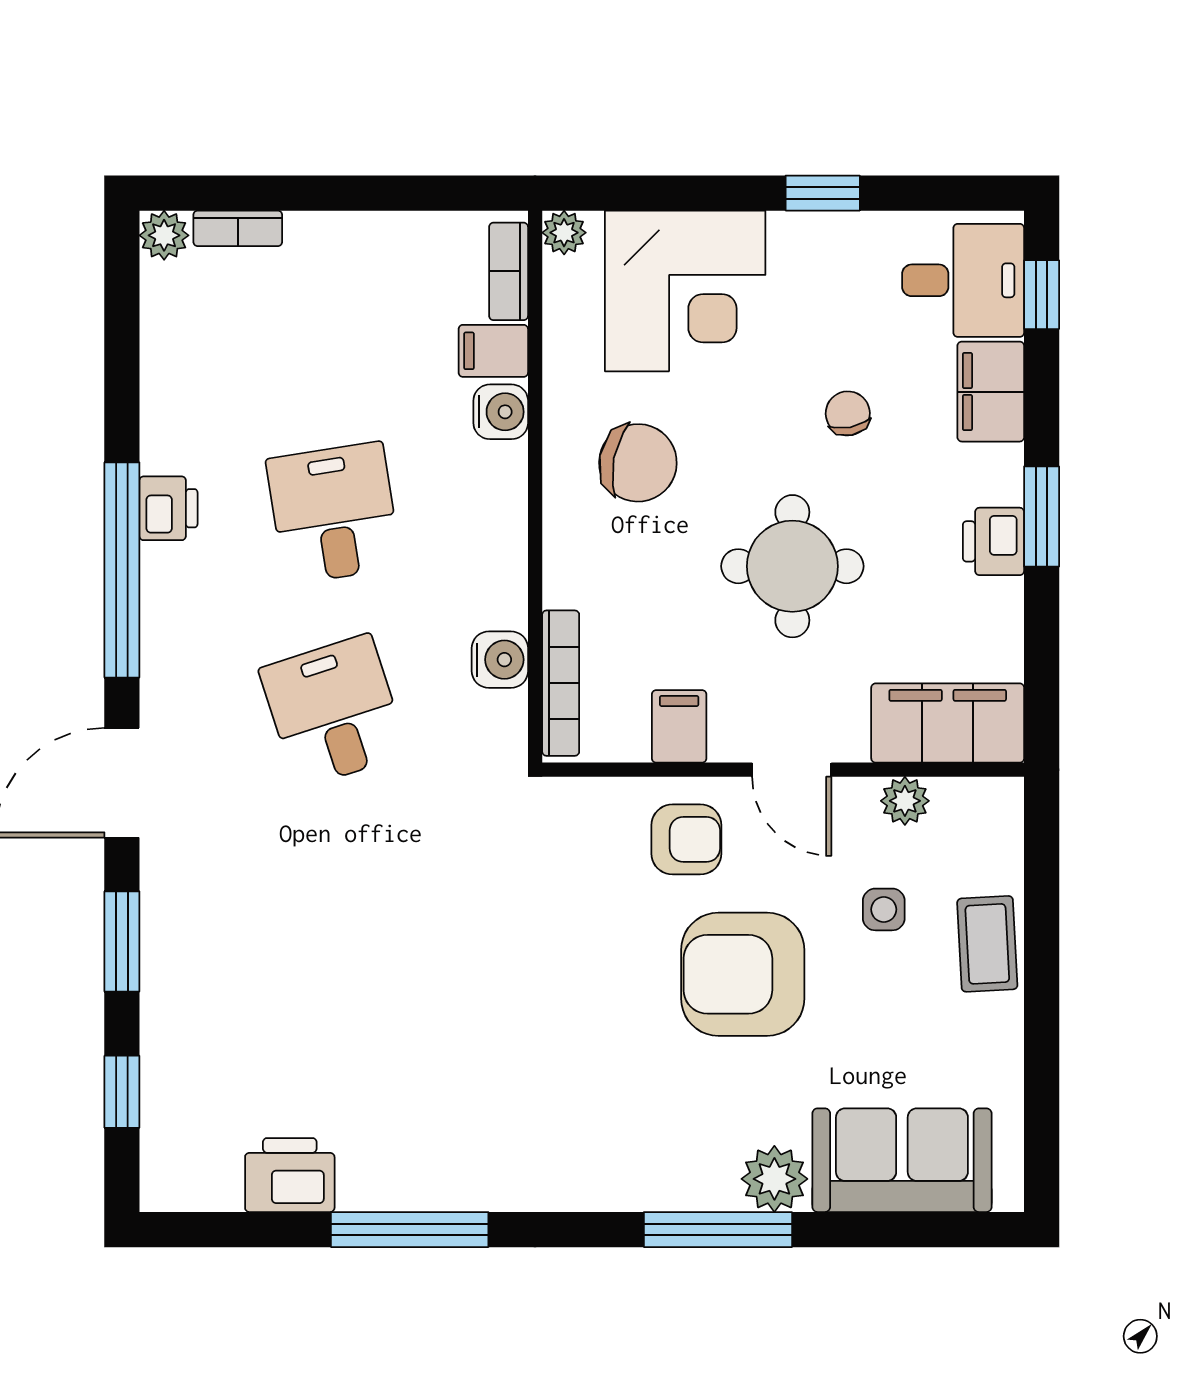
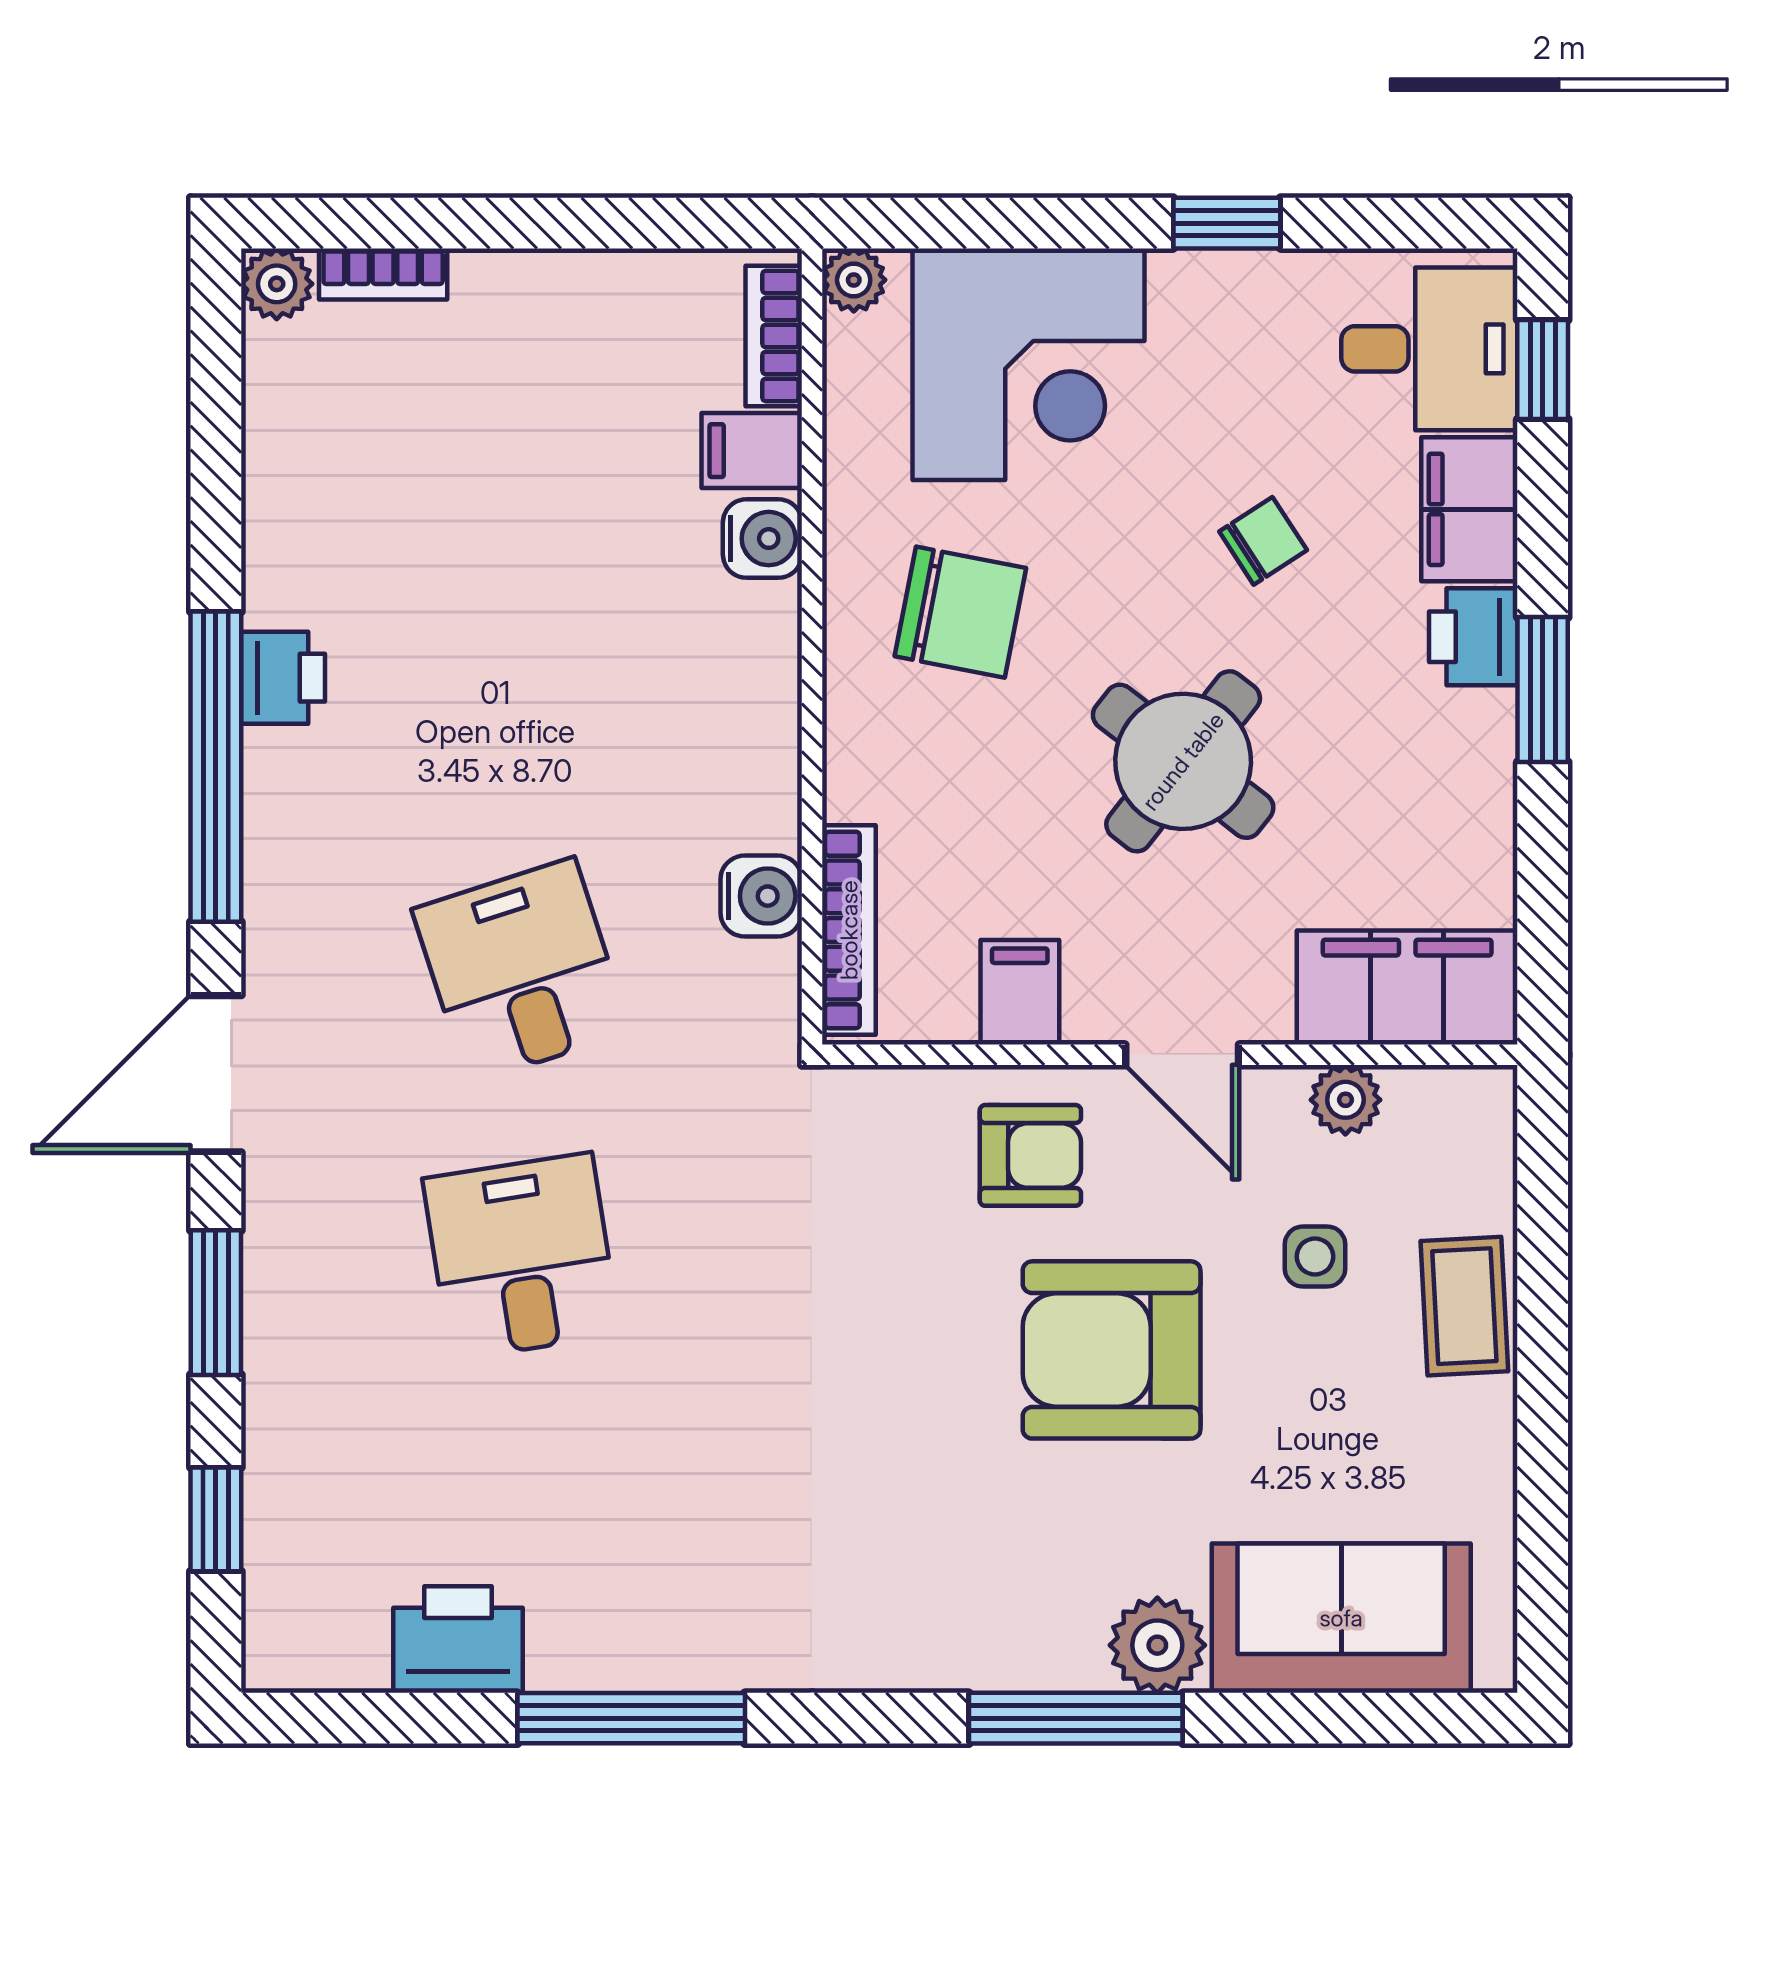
chair: (848, 413) -> (1263, 541), turned 68
desk: (334, 513) -> (521, 1257), moved
printer: (993, 541) -> (1473, 637), moved
round table: (792, 566) -> (1183, 761), turned 38

